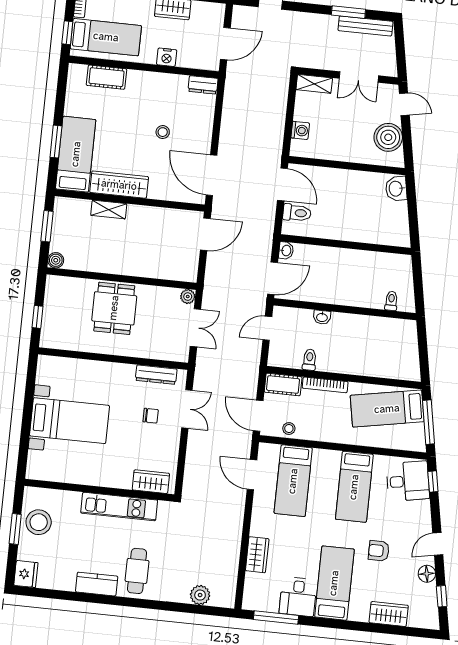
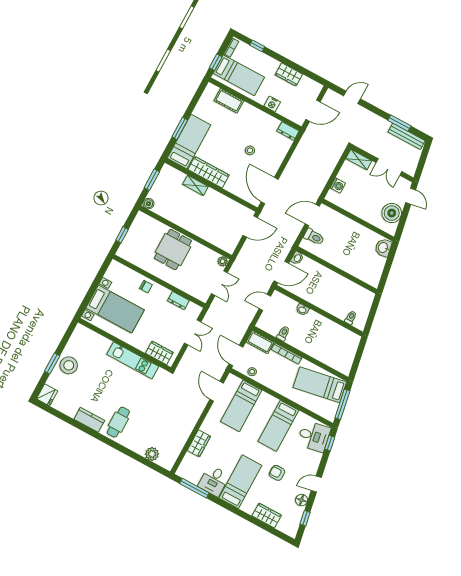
door: (282, 184) -> (312, 215), swing flipped
dresser: (156, 375) -> (178, 301), width x0.70
chair: (151, 416) -> (146, 287), moved
wardrobe: (151, 482) -> (159, 353), moved
wall: (99, 490) -> (124, 345), moved
kitchen unit: (119, 507) -> (133, 360), moved

